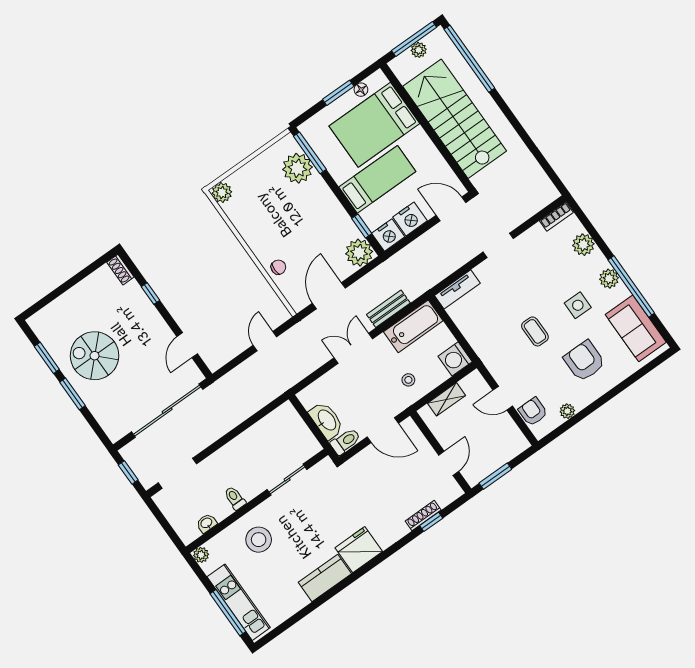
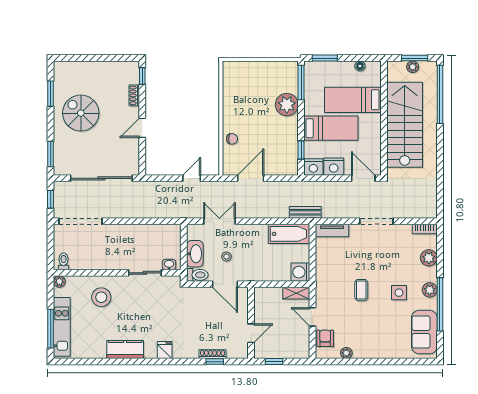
window: (414, 39) -> (415, 58), width x0.69
window: (338, 93) -> (325, 58), moved
bed: (374, 125) -> (353, 100), width x0.67
plant: (297, 168) -> (287, 105), moved
plant: (222, 193) -> (230, 69), removed
doorway: (498, 245) -> (376, 221), width x1.38
plant: (359, 253) -> (288, 165), removed
shoe rack: (120, 270) -> (134, 95), moved
window: (151, 294) -> (142, 76), moved
bench: (388, 309) -> (305, 212), moved
door: (187, 345) -> (142, 128), moved
double door: (353, 348) -> (219, 221), moved
armchair: (584, 361) -> (379, 330), removed
stool: (408, 380) -> (226, 257), moved
window: (72, 394) -> (51, 154), moved
shelving: (447, 399) -> (296, 293), moved
doorway: (177, 473) -> (80, 221), width x1.36
window: (495, 476) -> (274, 362), width x0.67
toilet: (235, 498) -> (63, 261), moved
washbasin: (207, 523) -> (169, 265), moved
fridge: (359, 550) -> (165, 350), width x0.53, depth x0.75

